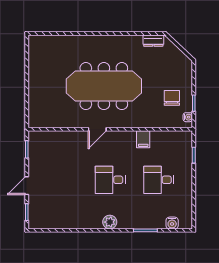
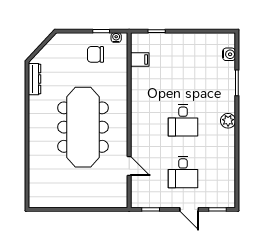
dresser: (153, 41) -> (35, 79), width x1.44
door: (97, 129) -> (129, 166), moved
filing cabinet: (143, 139) -> (140, 59), moved
desk: (159, 180) -> (183, 172), moved

